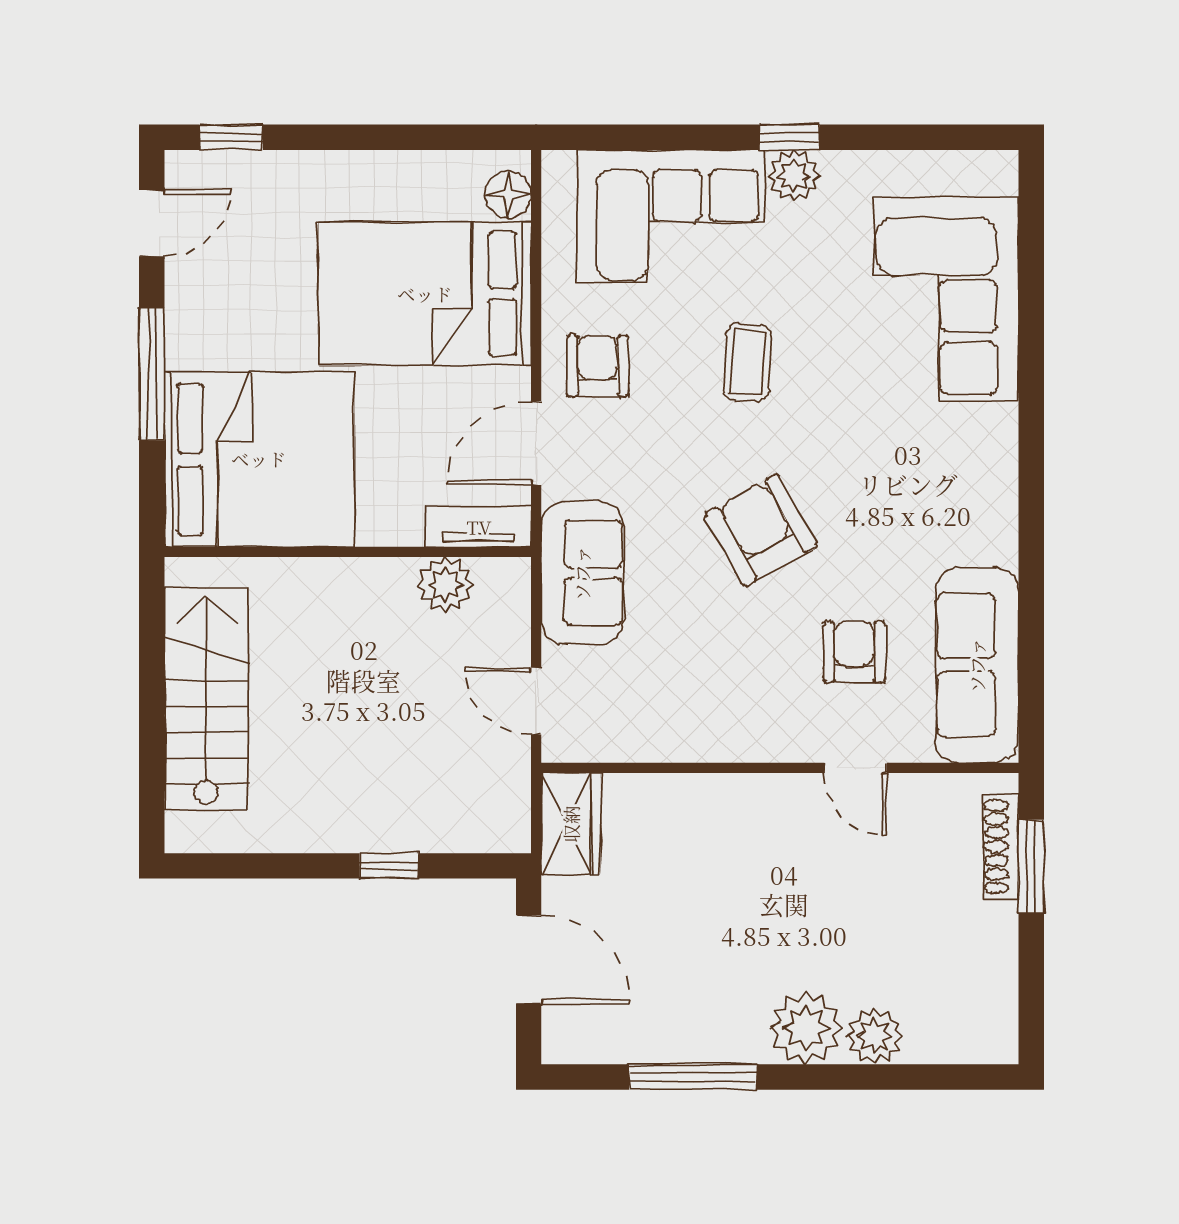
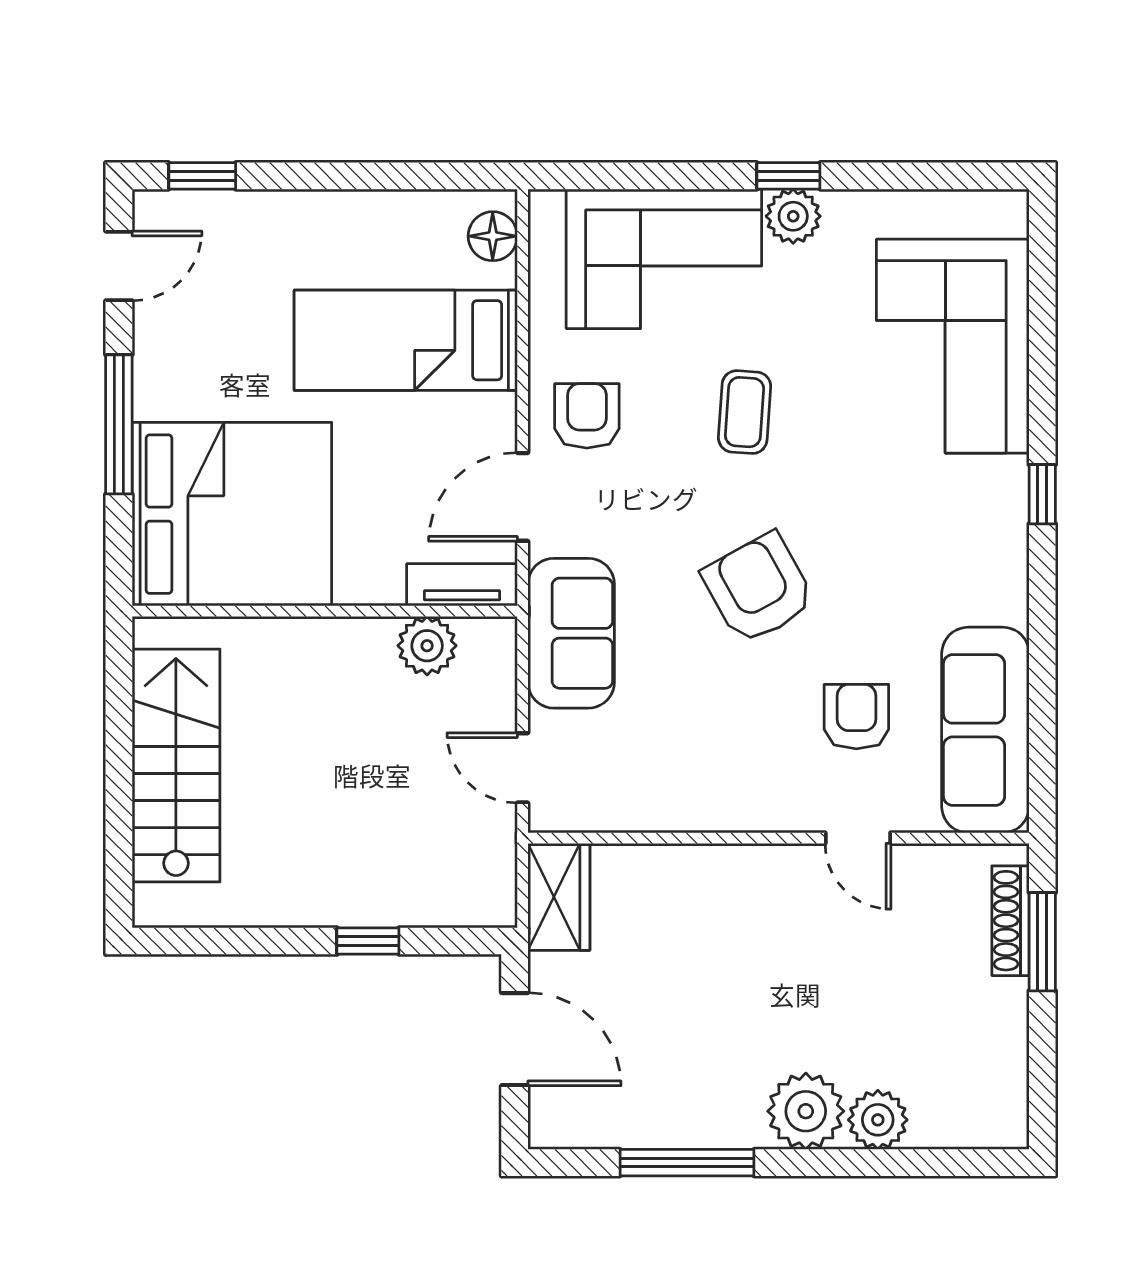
bed: (425, 294) -> (406, 340), width x0.67
window: (1031, 440) -> (1042, 494), added

